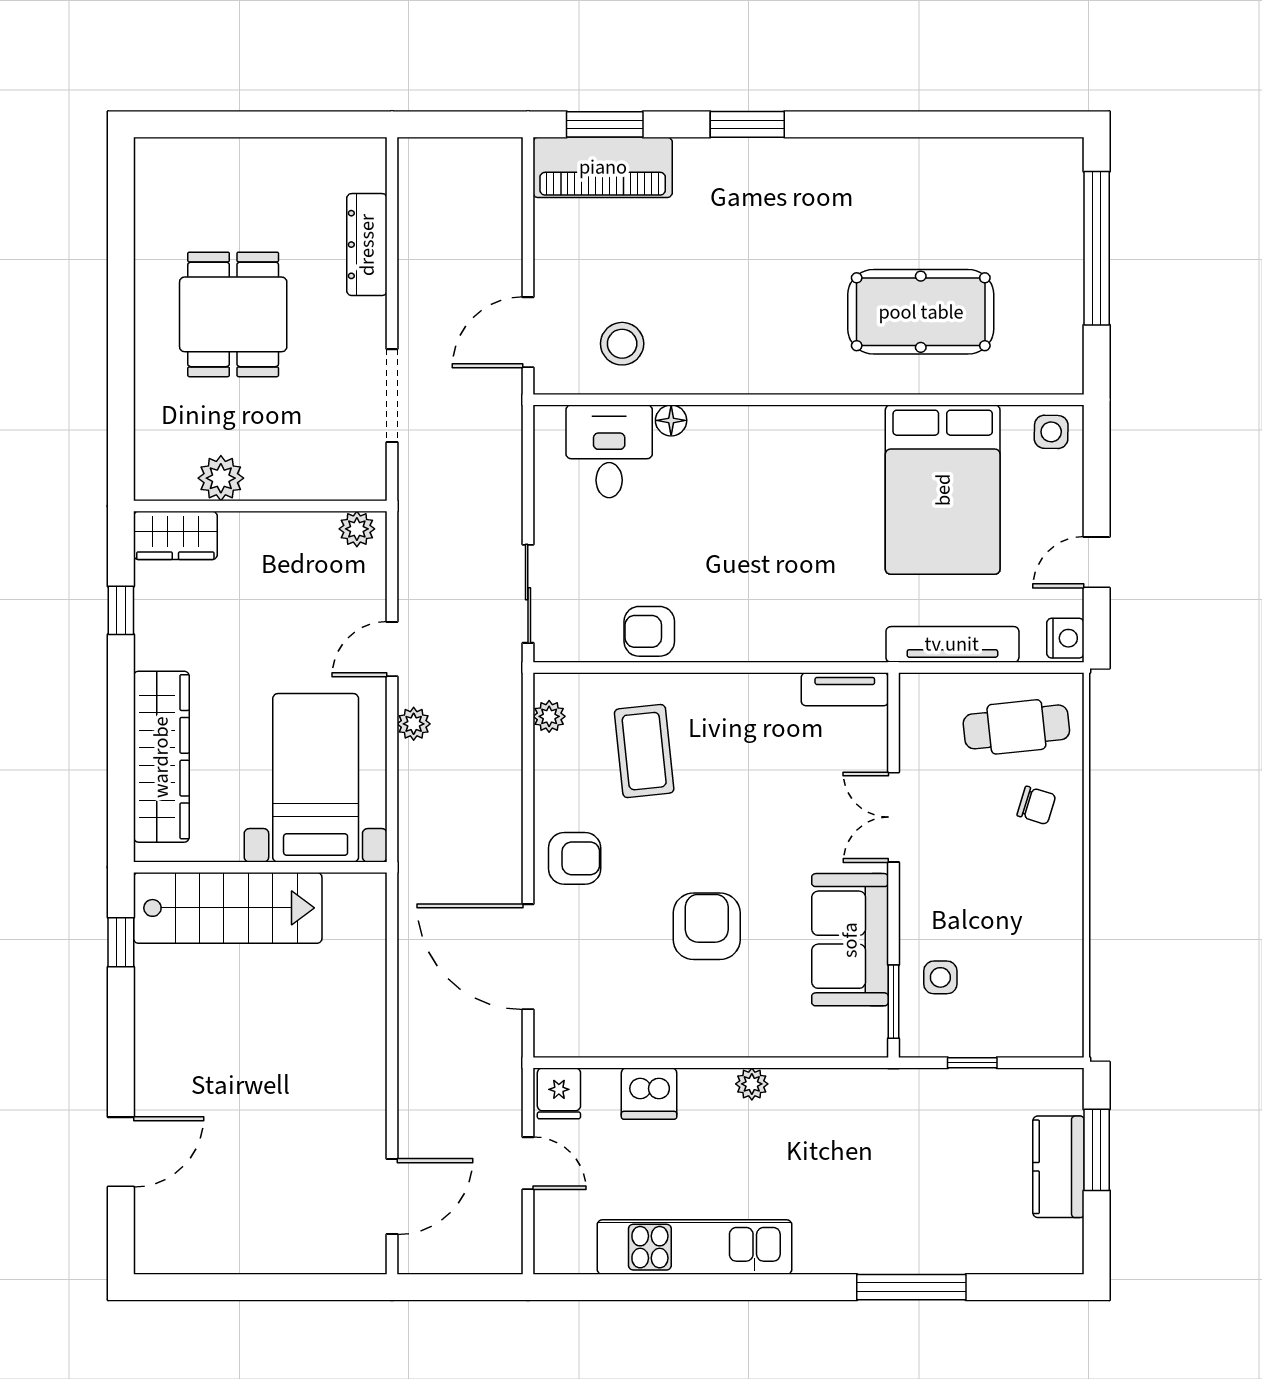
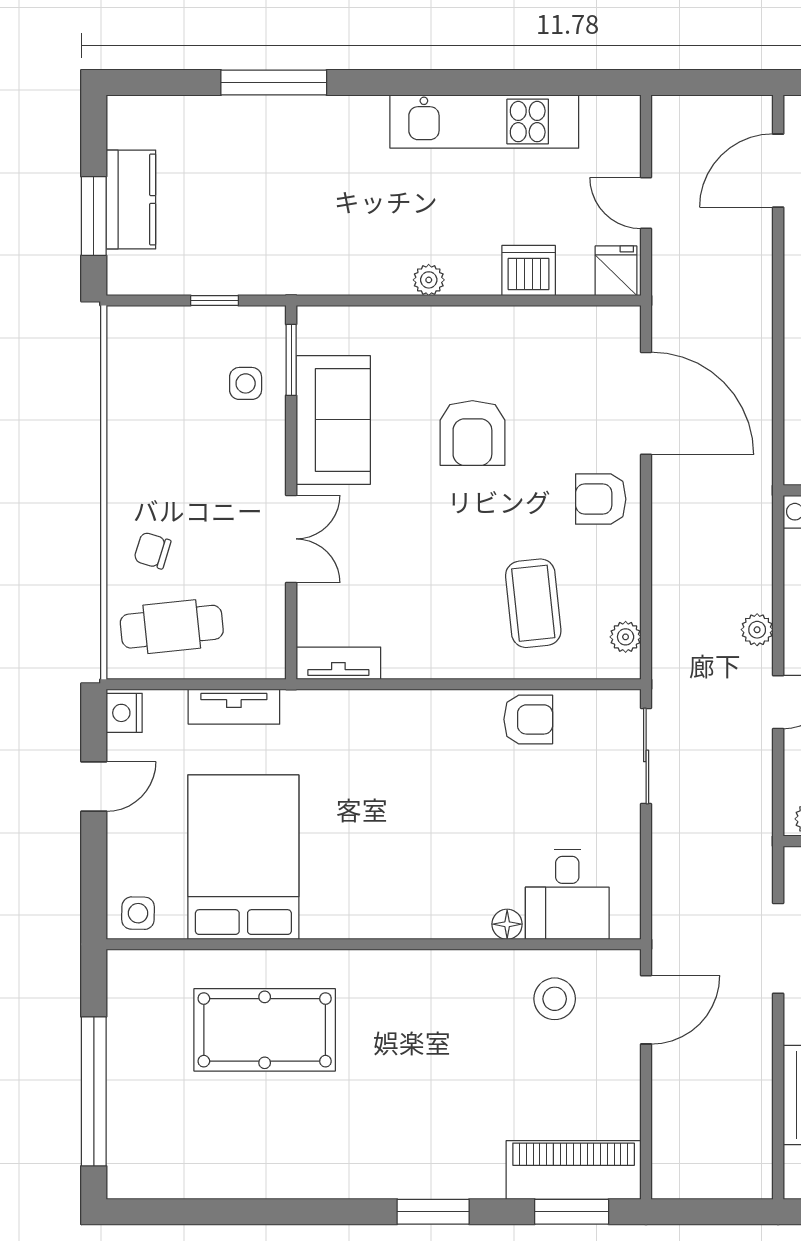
tv unit: (952, 644) -> (234, 707), width x0.71

